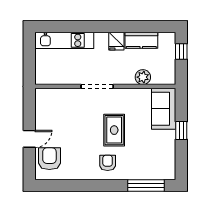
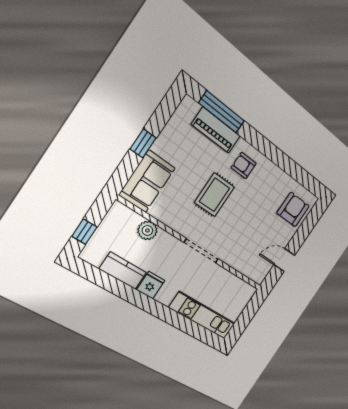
door: (29, 139) -> (284, 260), moved
armchair: (49, 159) -> (293, 209), turned 180
armchair: (108, 163) -> (244, 166), turned 90
piano: (142, 172) -> (216, 130), added

